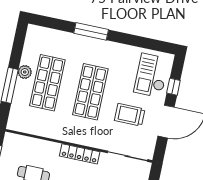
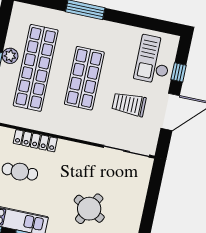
shop shelf: (47, 83) -> (36, 68), width x1.40
locker: (80, 154) -> (35, 141), moved

